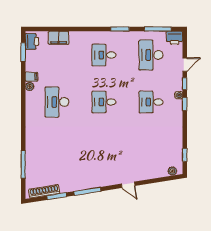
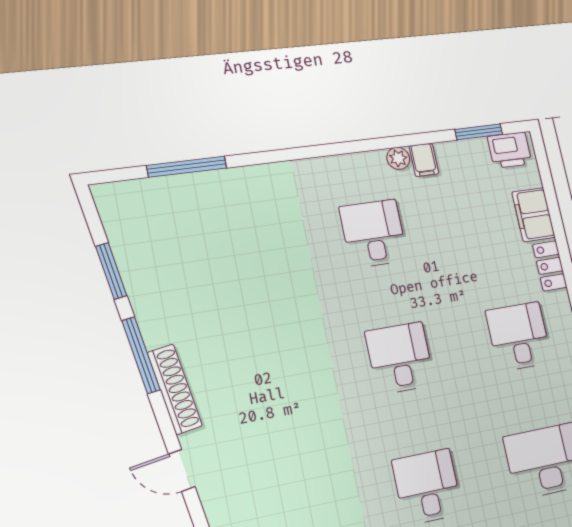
locker: (79, 36) -> (550, 266), added
desk: (57, 102) -> (374, 233), width x0.73
door: (128, 185) -> (182, 470), hinge flipped
shoe rack: (44, 191) -> (175, 389), moved

